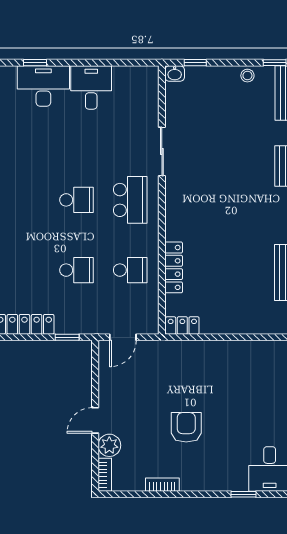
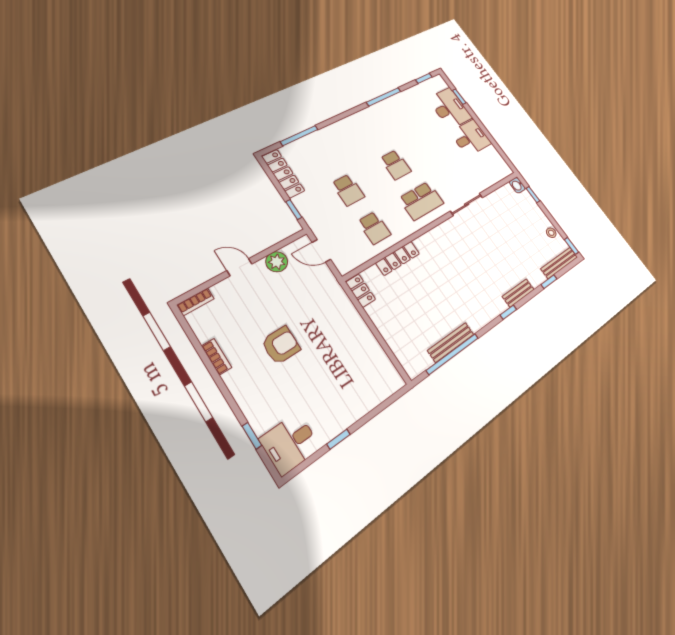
plant: (109, 445) -> (277, 262), moved

